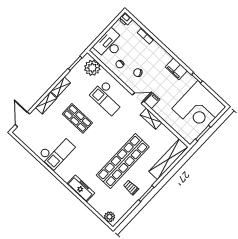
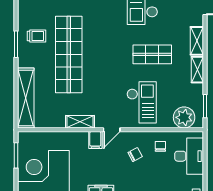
checkout: (108, 98) -> (142, 102), turned 90

